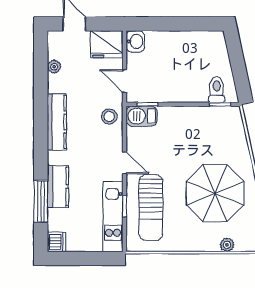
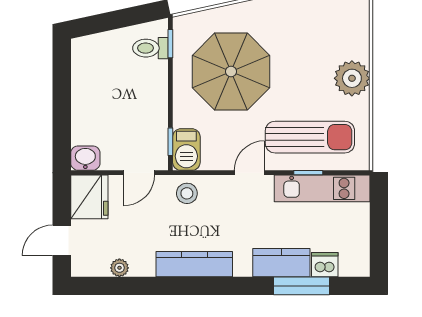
parasol: (215, 193) -> (231, 72), moved
dishwasher: (57, 242) -> (325, 265), moved
plant: (227, 245) -> (352, 78), moved, width x1.88, depth x1.88

